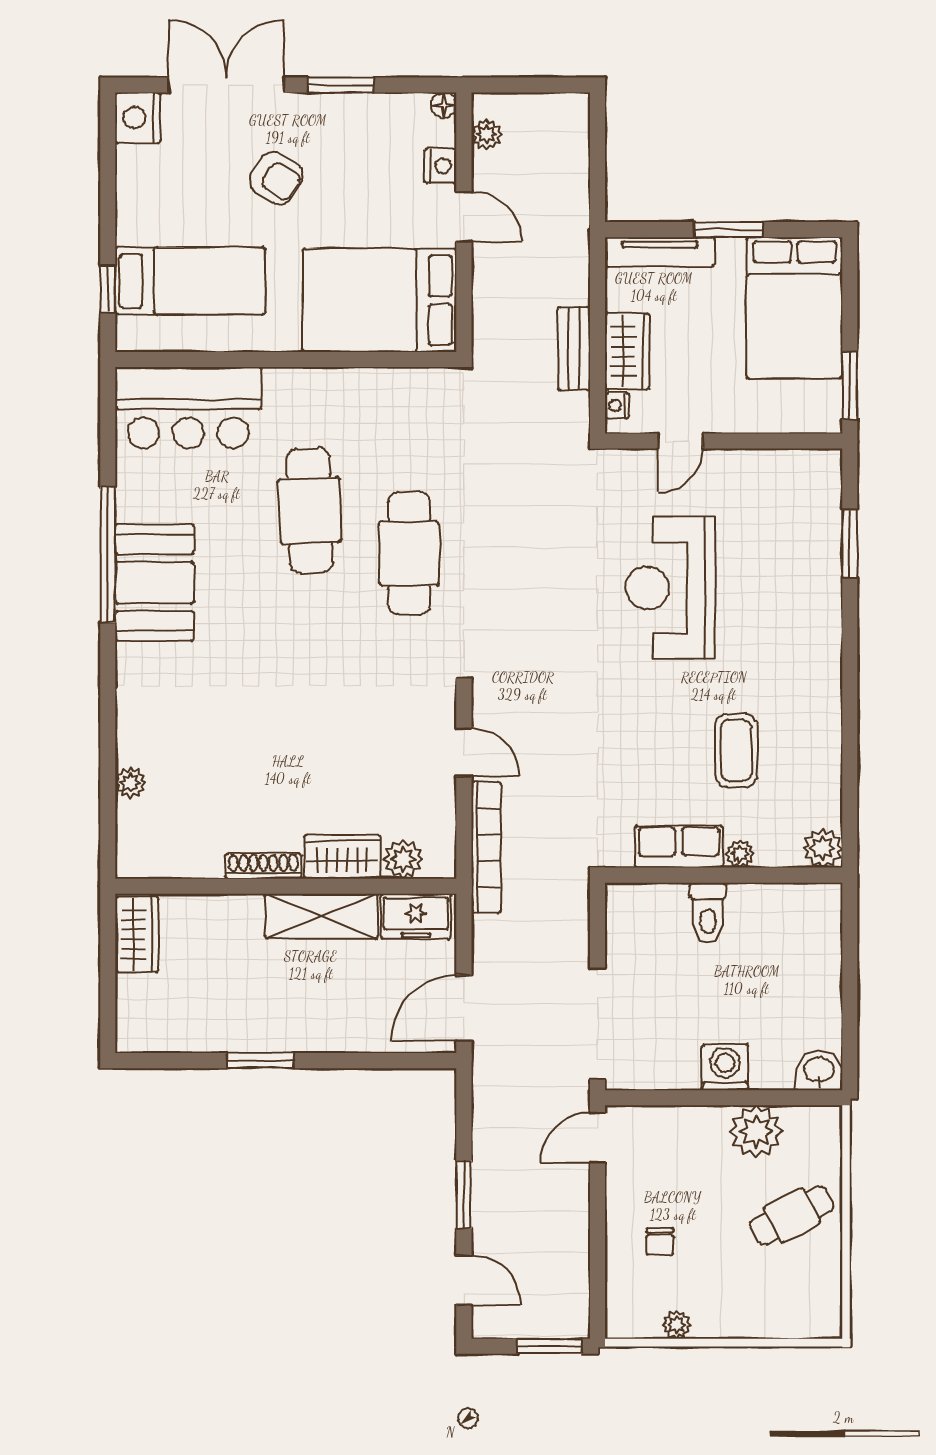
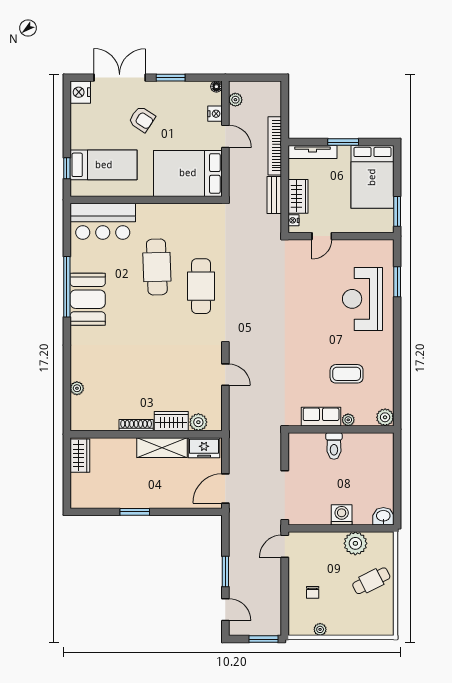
reception desk: (671, 588) -> (362, 299), moved
coffee table: (736, 750) -> (347, 374), turned 90
bookcase: (486, 847) -> (275, 146), moved, turned 180

